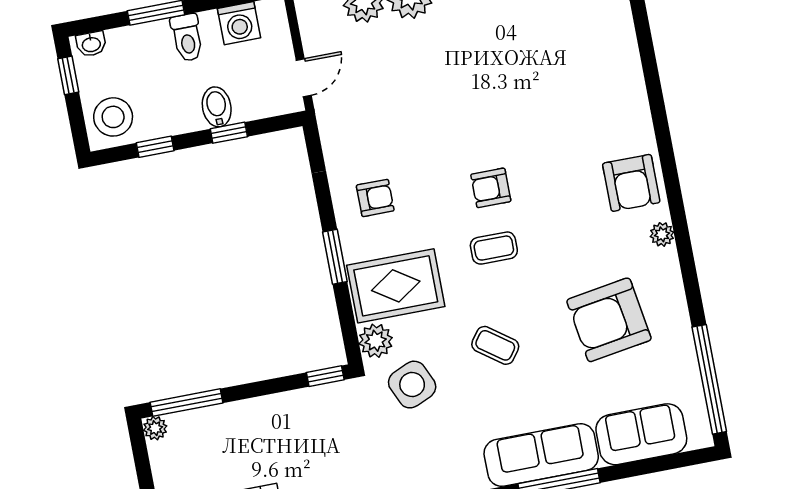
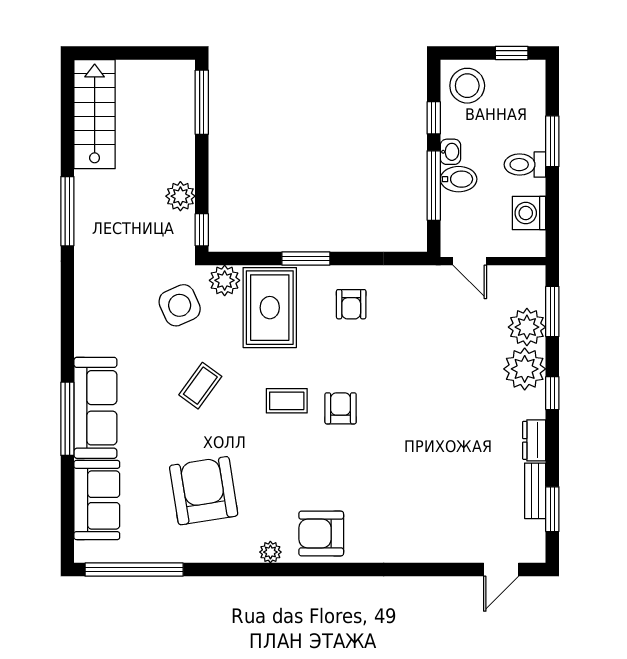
washbasin: (91, 44) -> (450, 152), moved, turned 180
window: (229, 133) -> (434, 186), width x2.17
coffee table: (494, 248) -> (287, 401), turned 90
plant: (155, 428) -> (180, 196), moved, width x1.38, depth x1.38

